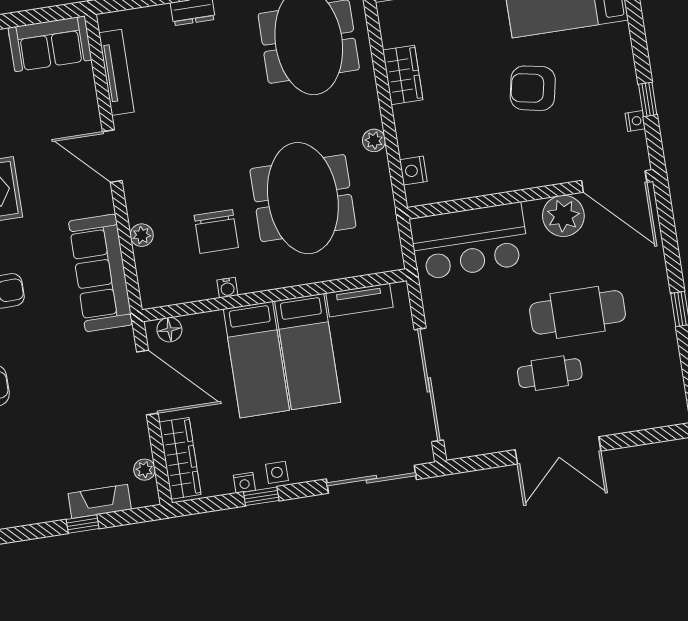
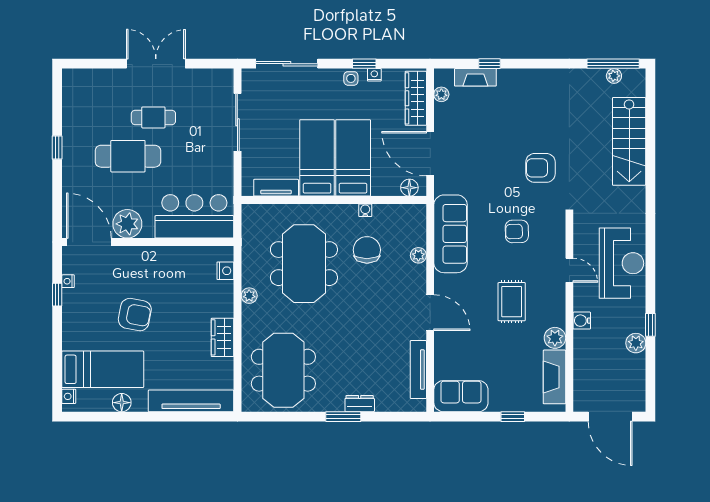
sliding door: (429, 385) -> (237, 122), width x0.73

